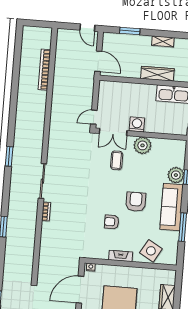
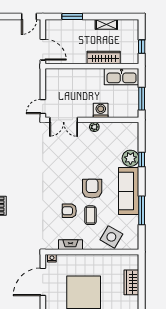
door: (87, 28) -> (29, 16), hinge flipped
washing machine: (137, 124) -> (101, 110), moved
plant: (142, 145) -> (94, 127), width x0.53, depth x0.53
coffee table: (117, 160) -> (90, 215), moved
fireplace: (121, 256) -> (70, 245), moved

